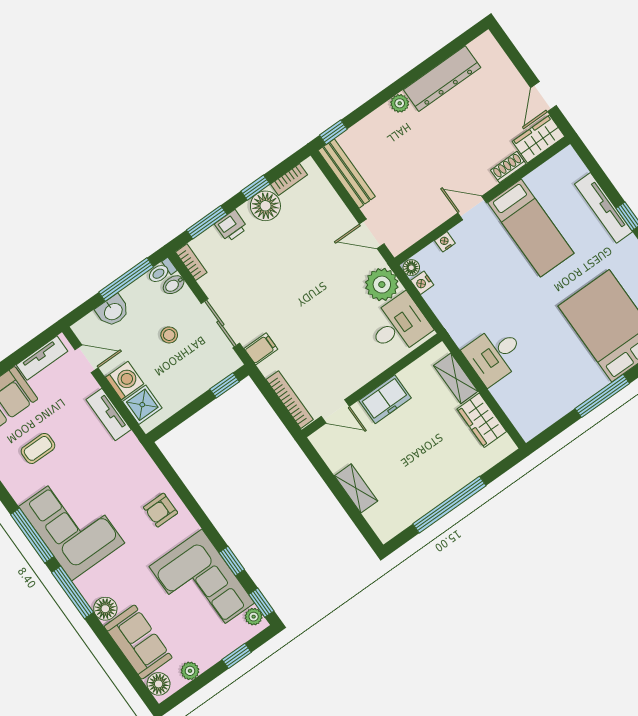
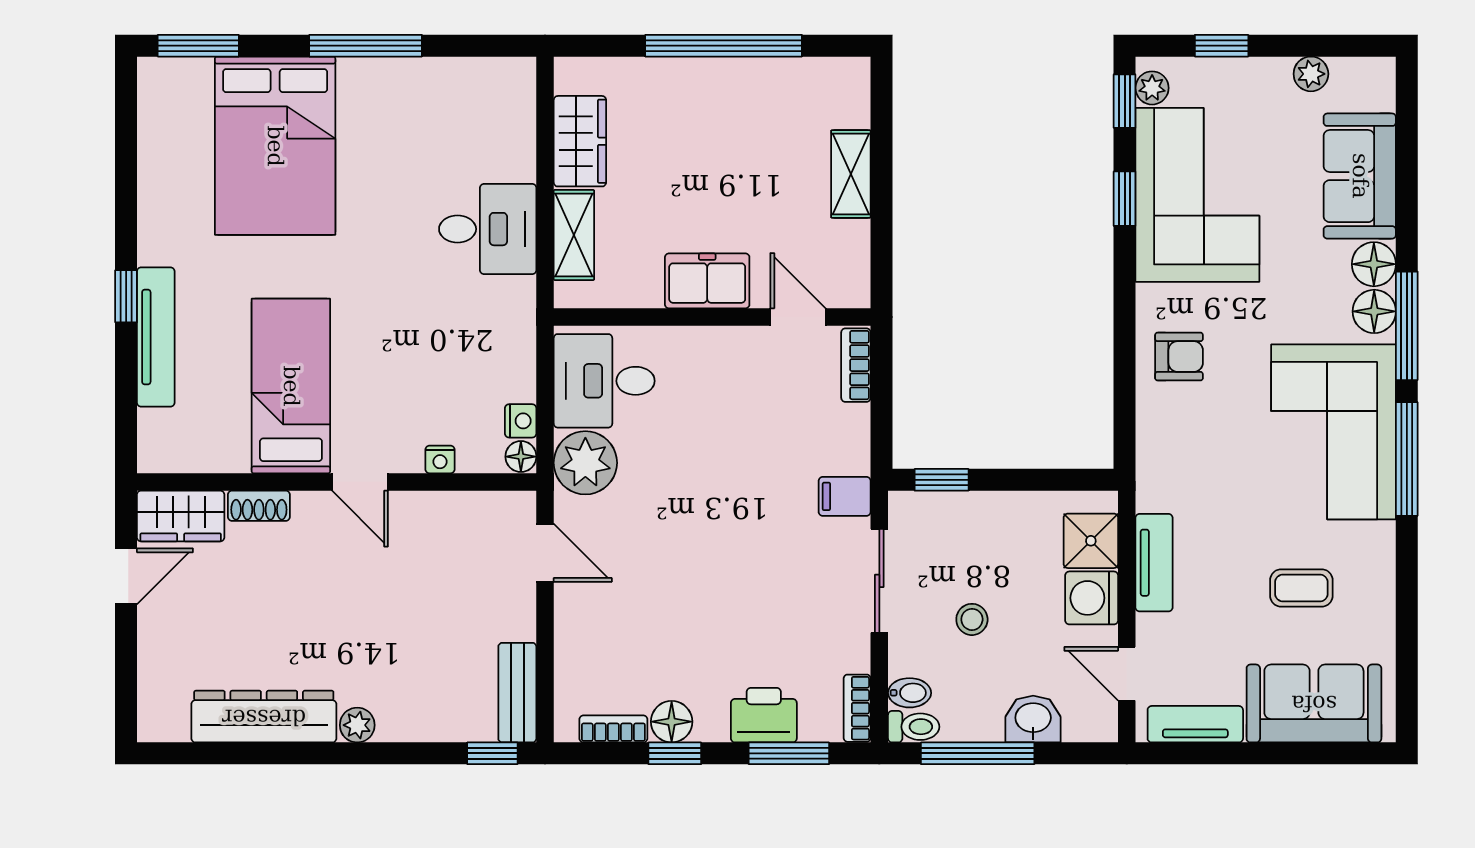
bench: (347, 173) -> (517, 693), width x0.73
floor lamp: (265, 206) -> (672, 722), width x0.73, depth x0.73
printer: (231, 226) -> (764, 715), width x1.36, depth x1.24
bookcase: (290, 400) -> (856, 365), width x0.64
floor lamp: (159, 684) -> (1374, 311), moved

